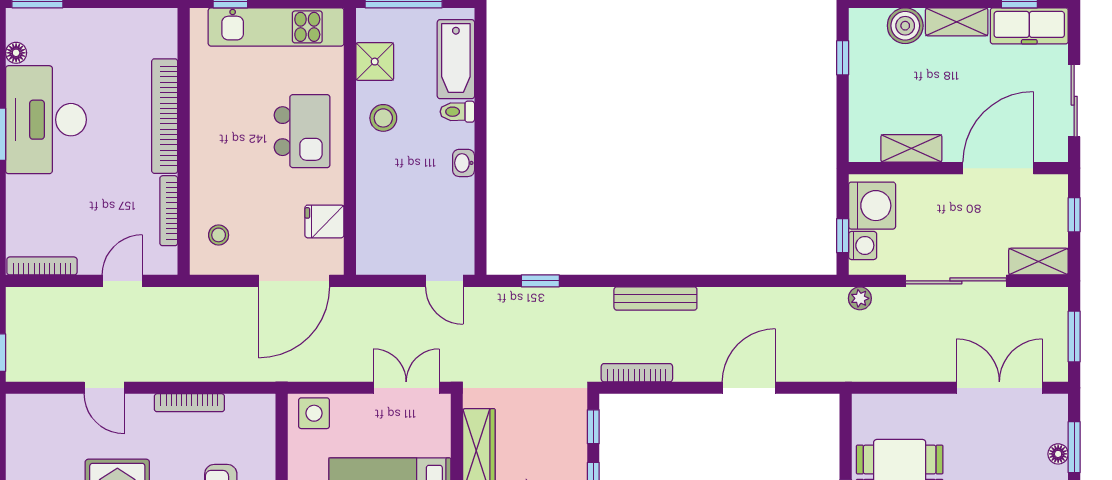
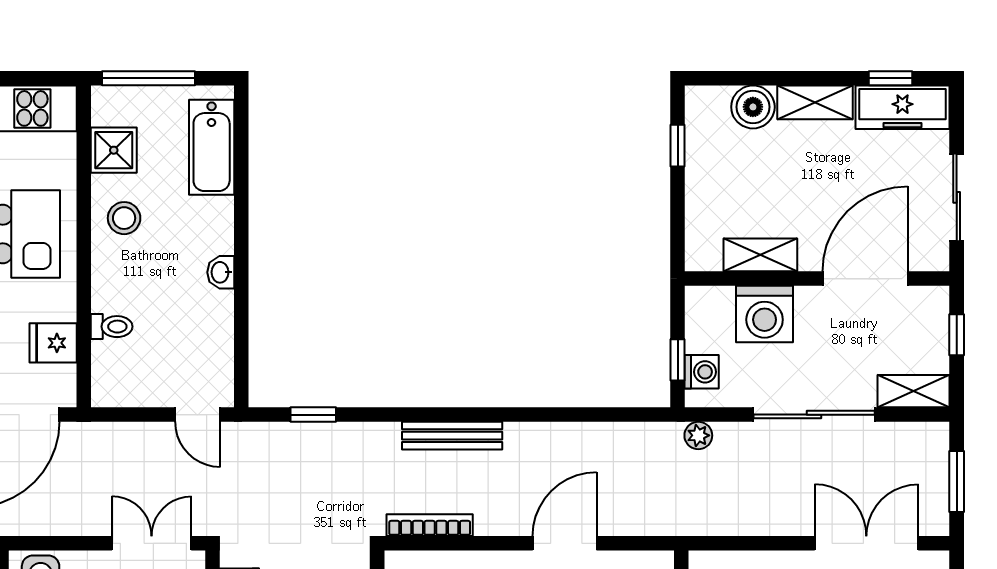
toilet: (457, 112) -> (112, 327), moved, turned 180
washing machine: (872, 206) -> (765, 314), moved, turned 90

